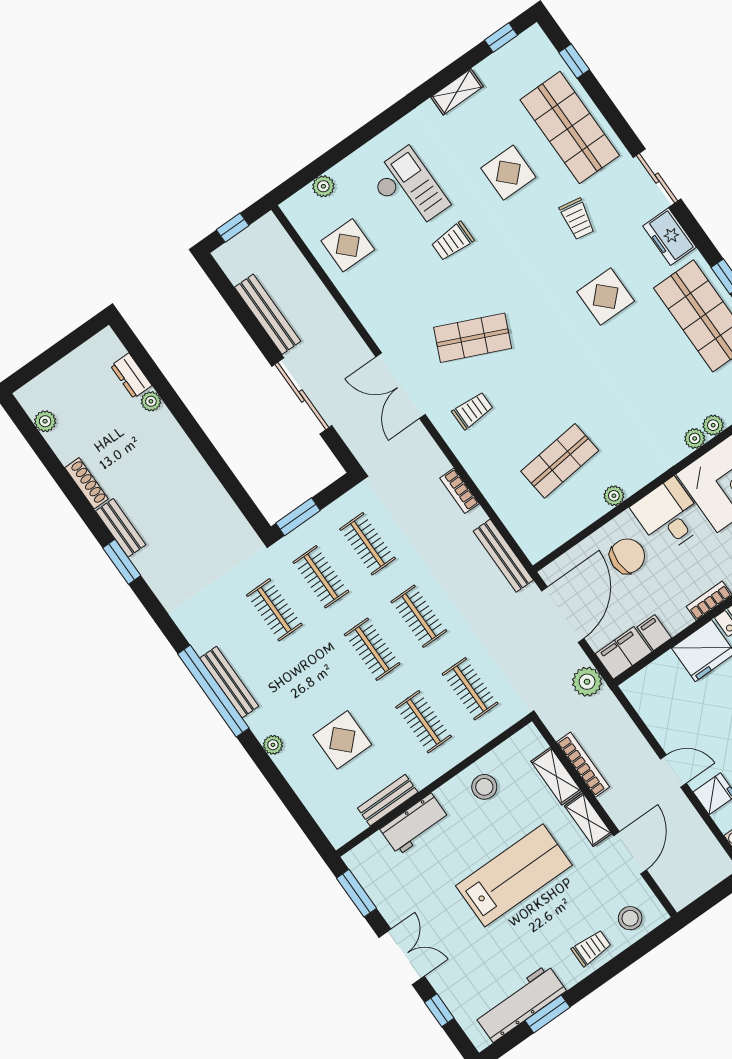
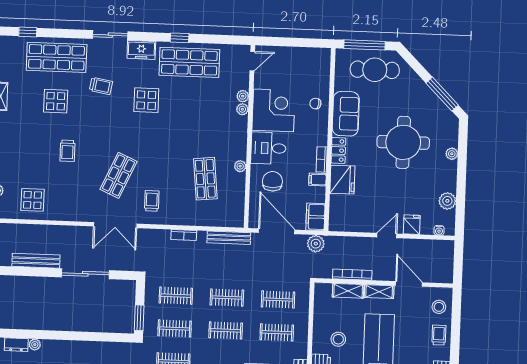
checkout: (409, 190) -> (29, 153), removed
filing cabinet: (654, 633) -> (317, 179), moved
stool: (484, 787) -> (338, 339), moved

